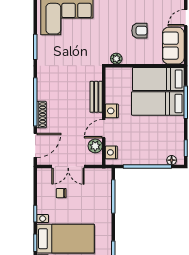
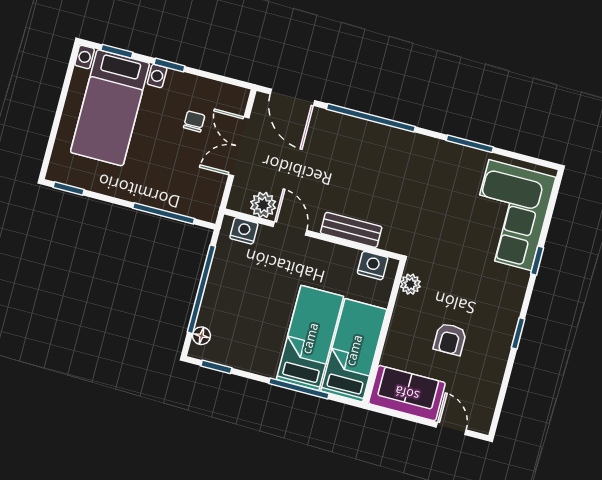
nightstand: (112, 111) -> (373, 266), moved
shoe rack: (41, 115) -> (345, 123), removed

